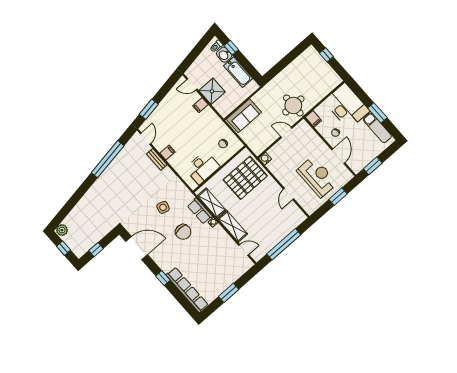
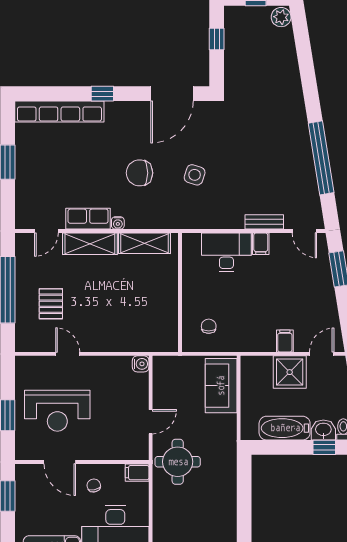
desk: (202, 168) -> (226, 252), moved, turned 90
pallet: (245, 178) -> (51, 304), moved, width x0.49, depth x0.50
row of seats: (200, 211) -> (88, 219), moved

